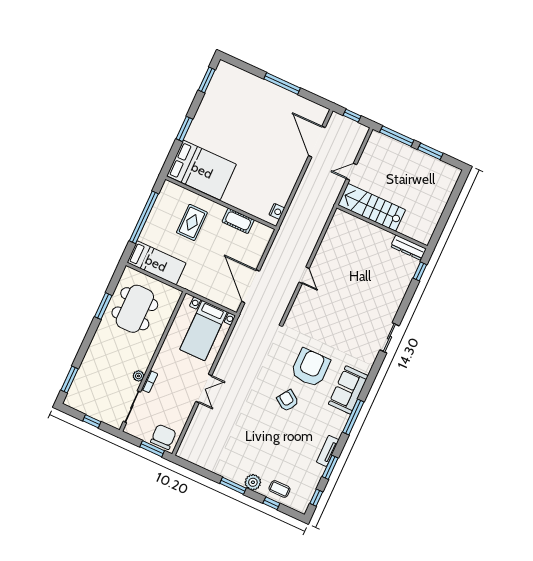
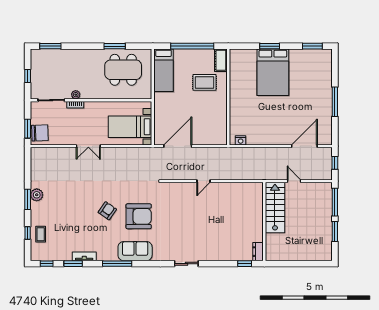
bed: (202, 170) -> (273, 72), moved
cot: (238, 221) -> (221, 60), moved
dresser: (408, 248) -> (258, 252), width x0.70
plant: (253, 482) -> (37, 195), moved

